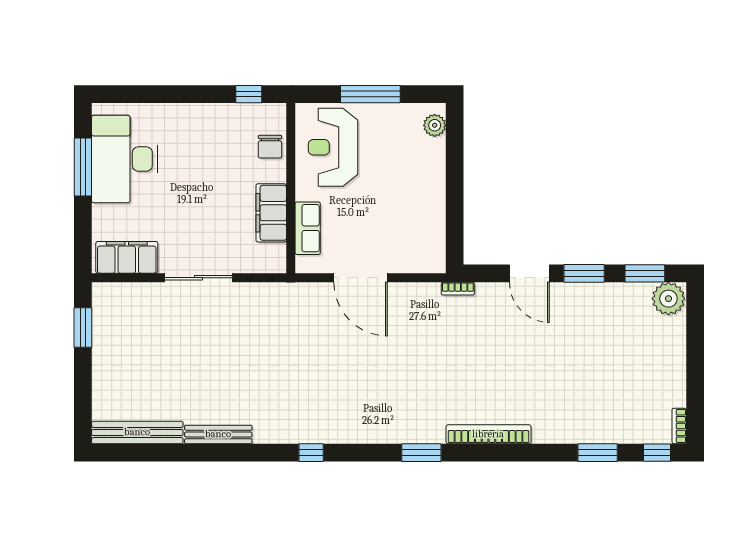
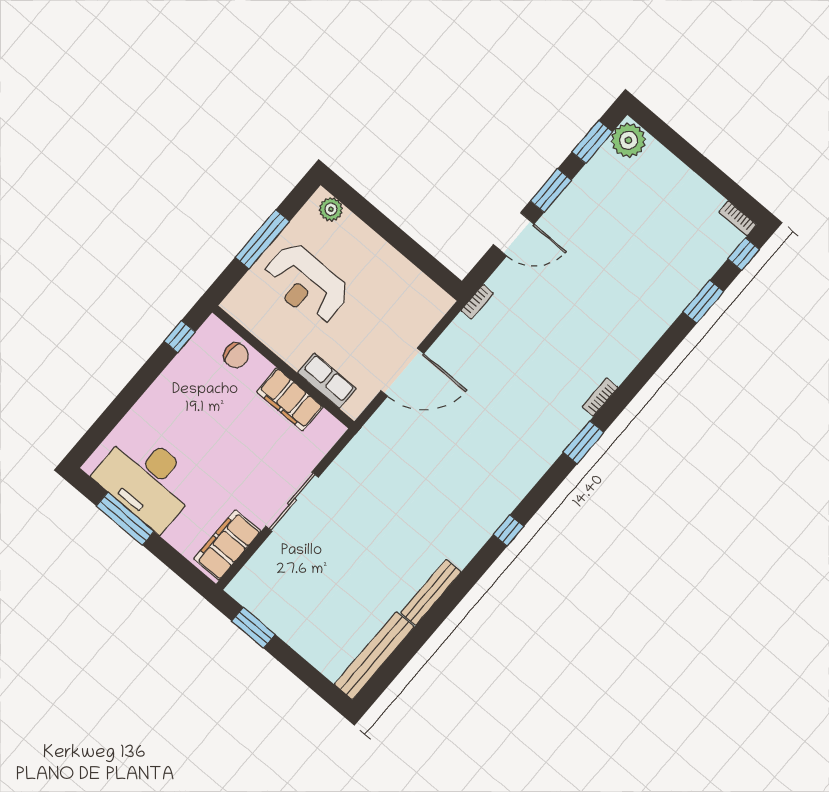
reception desk: (333, 147) -> (306, 284), moved
bookcase: (488, 434) -> (600, 397), width x0.43, depth x0.76

